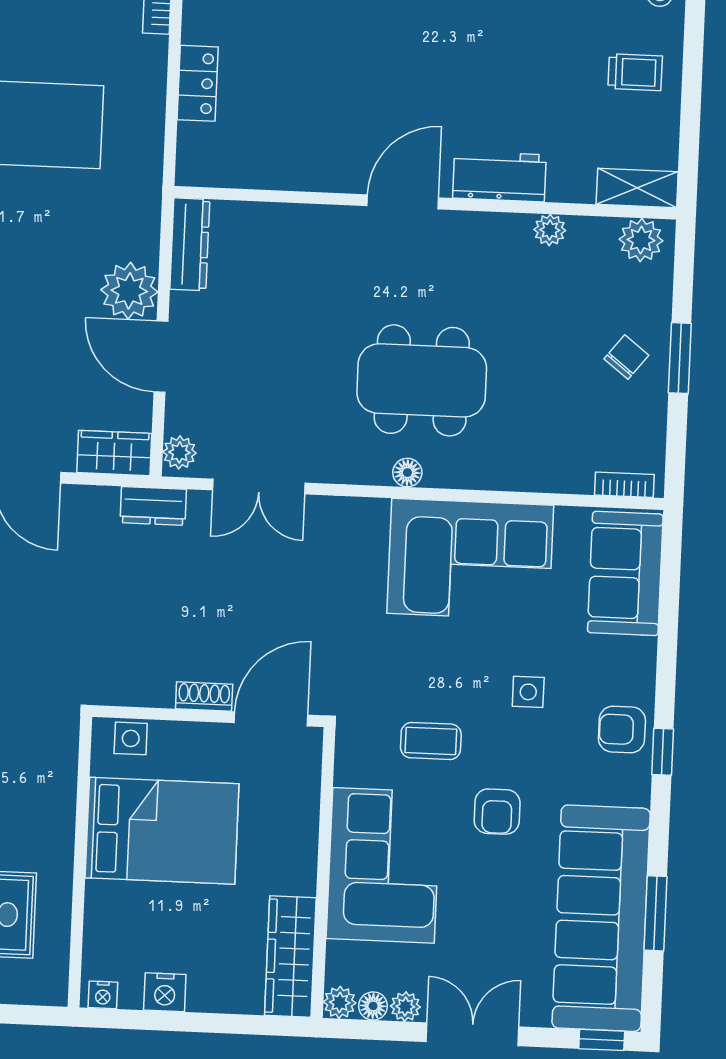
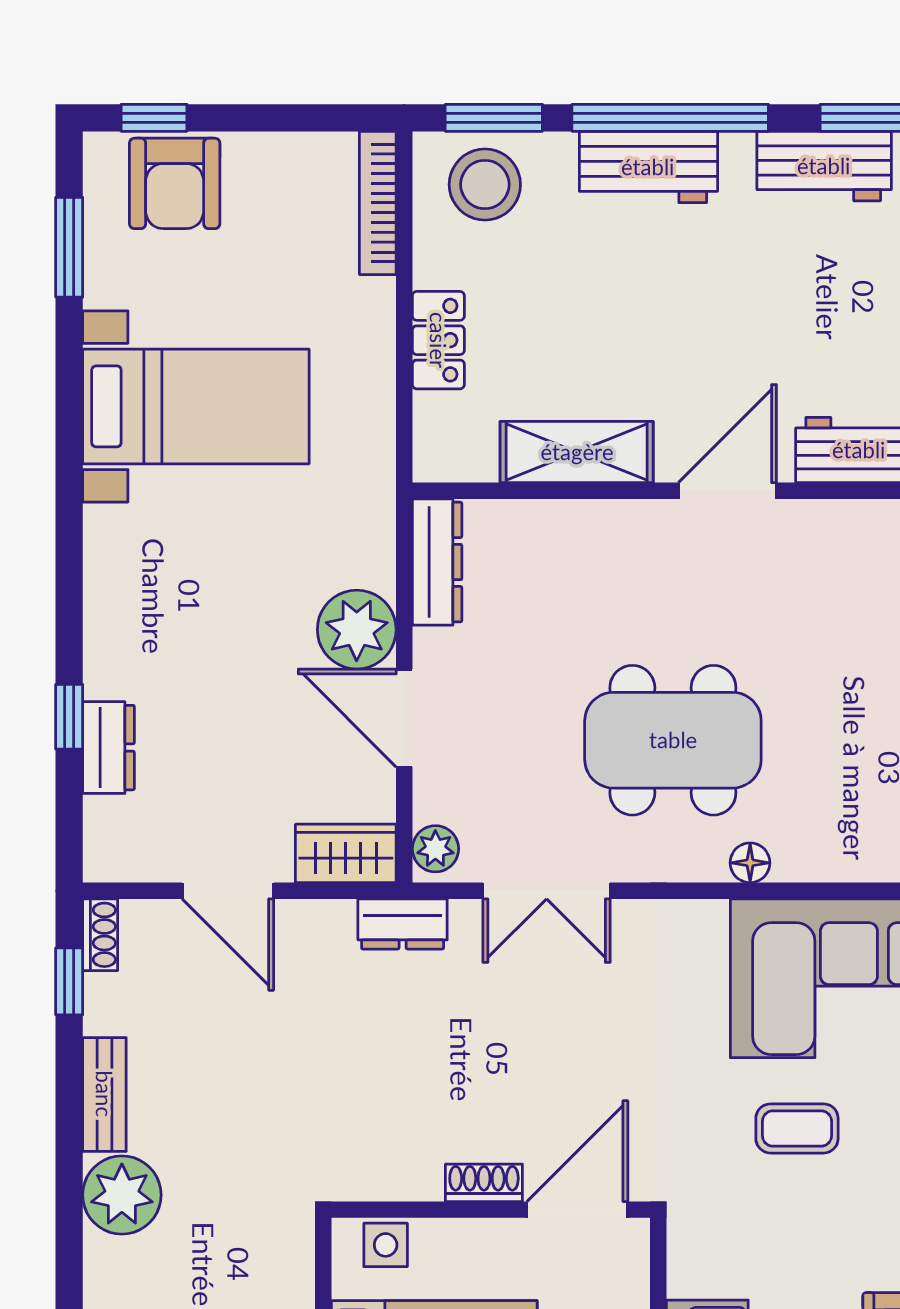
shelving: (294, 169) -> (577, 452), added
dining table: (422, 380) -> (673, 740), moved
coffee table: (431, 741) -> (797, 1128), moved

